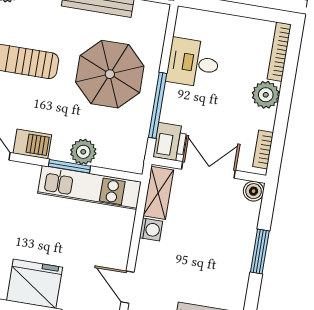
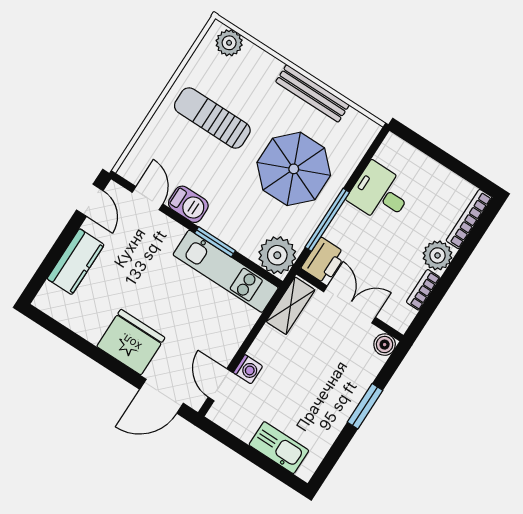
bookcase: (263, 149) -> (423, 290), moved
plant: (83, 152) -> (277, 255), moved, width x1.36, depth x1.36
washing machine: (151, 230) -> (248, 369), moved

